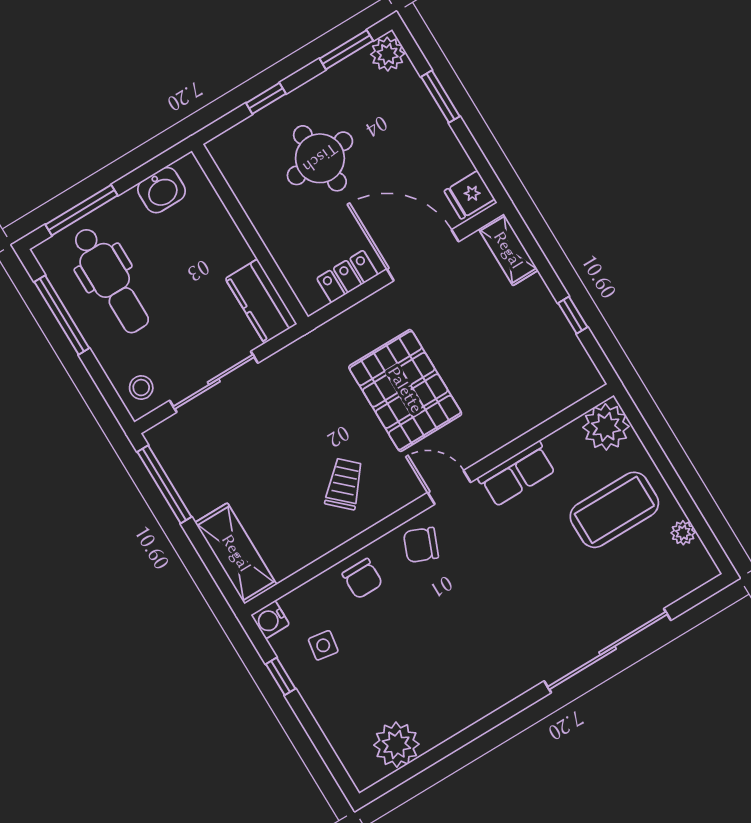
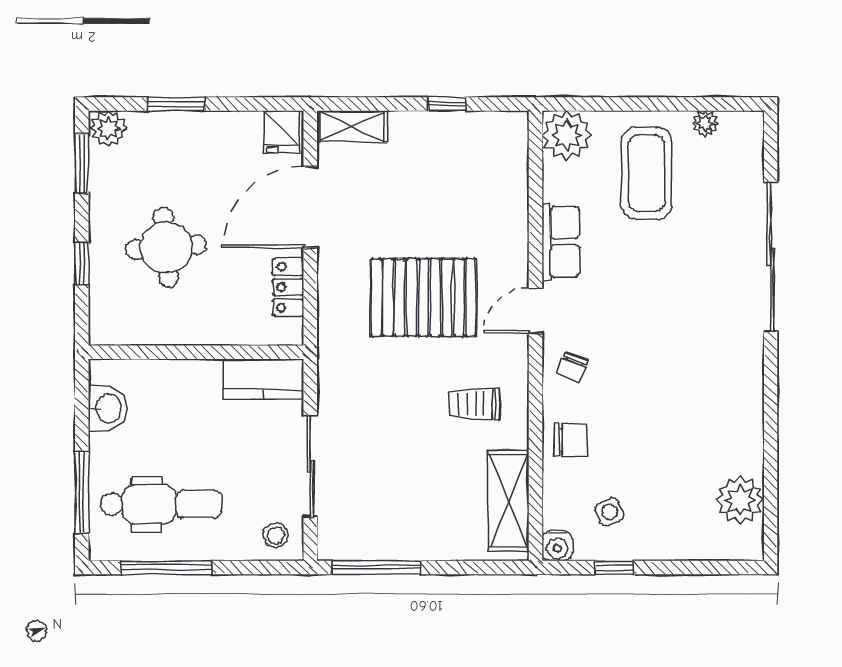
trolley: (344, 484) -> (475, 404), turned -43
chair: (421, 545) -> (572, 368), width x0.73, depth x0.73
shelving: (236, 553) -> (509, 501), moved, turned 90
side table: (323, 645) -> (610, 512), turned -30

